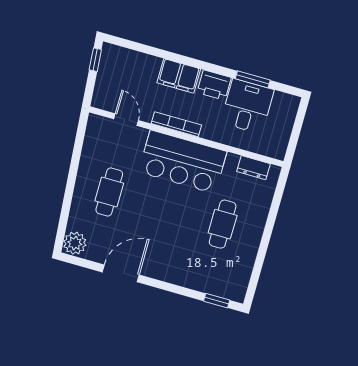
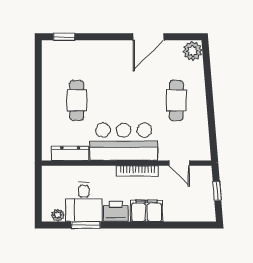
window: (95, 60) -> (217, 191), moved
plant: (281, 100) -> (58, 215), added
dresser: (254, 168) -> (70, 153), width x1.44

